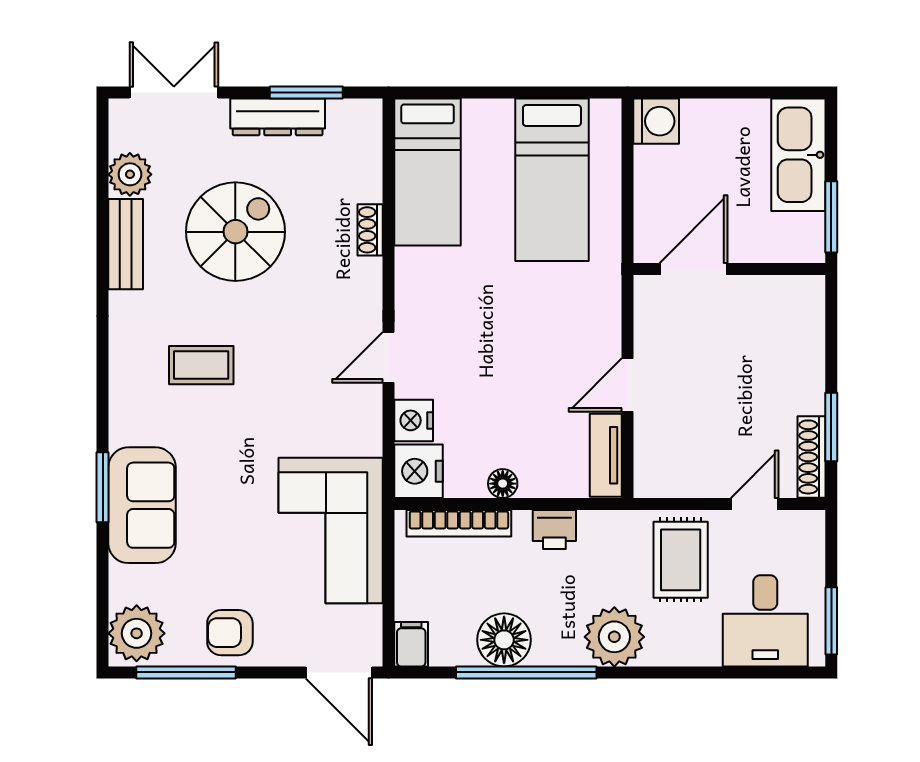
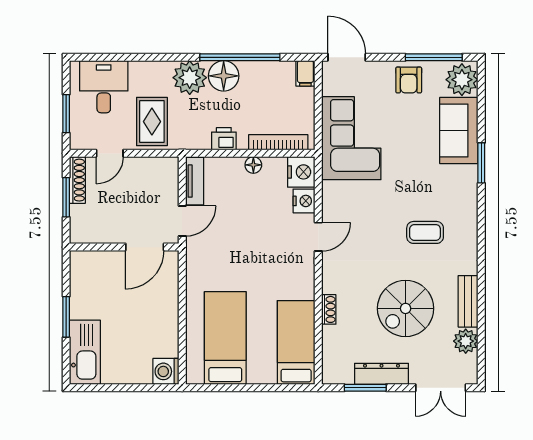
door: (694, 269) -> (145, 247), moved
wall: (729, 269) -> (124, 247), moved
sofa: (142, 505) -> (459, 131), moved
window: (831, 621) -> (66, 114), moved
armchair: (230, 633) -> (409, 80), turned 90
floor lamp: (504, 640) -> (224, 76), moved

